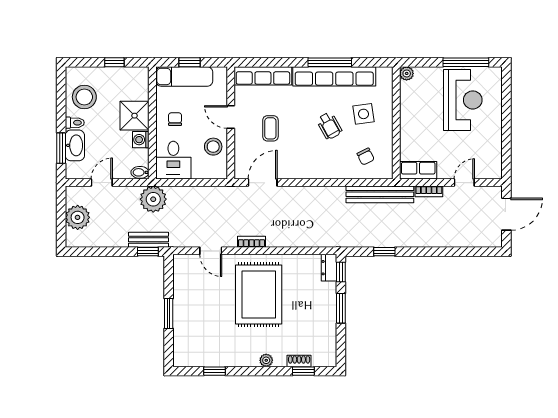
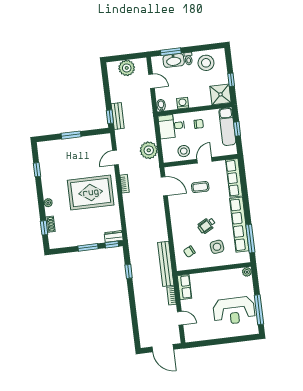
window: (330, 62) -> (250, 239), moved
shower: (135, 116) -> (220, 94), moved
plant: (153, 199) -> (149, 150), moved

